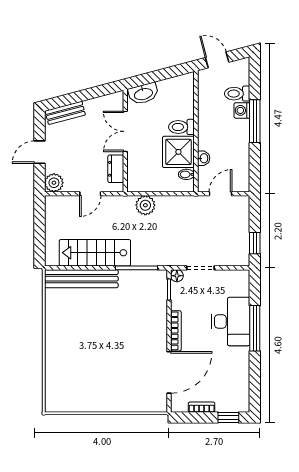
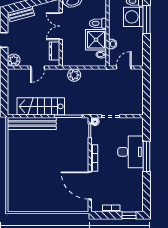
washing machine: (242, 110) -> (133, 17), width x1.89, depth x1.89
window: (255, 243) -> (146, 100), removed
door: (169, 372) -> (90, 185), swing flipped

